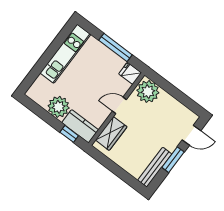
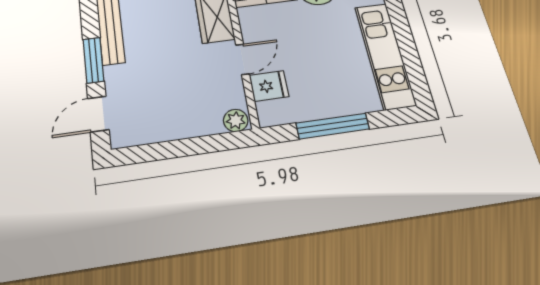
fridge: (130, 73) -> (269, 86), moved
plant: (148, 92) -> (236, 120), width x0.53, depth x0.53

